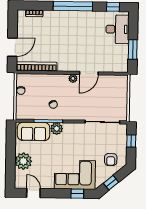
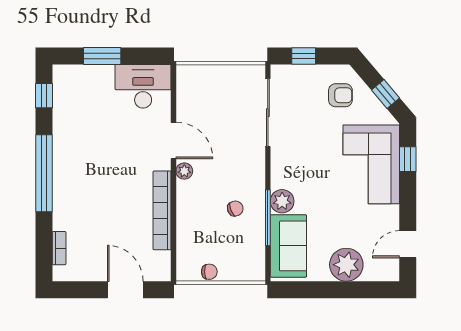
desk: (117, 29) -> (143, 86), moved
window: (133, 49) -> (102, 56), moved
bookcase: (37, 66) -> (162, 210), moved

